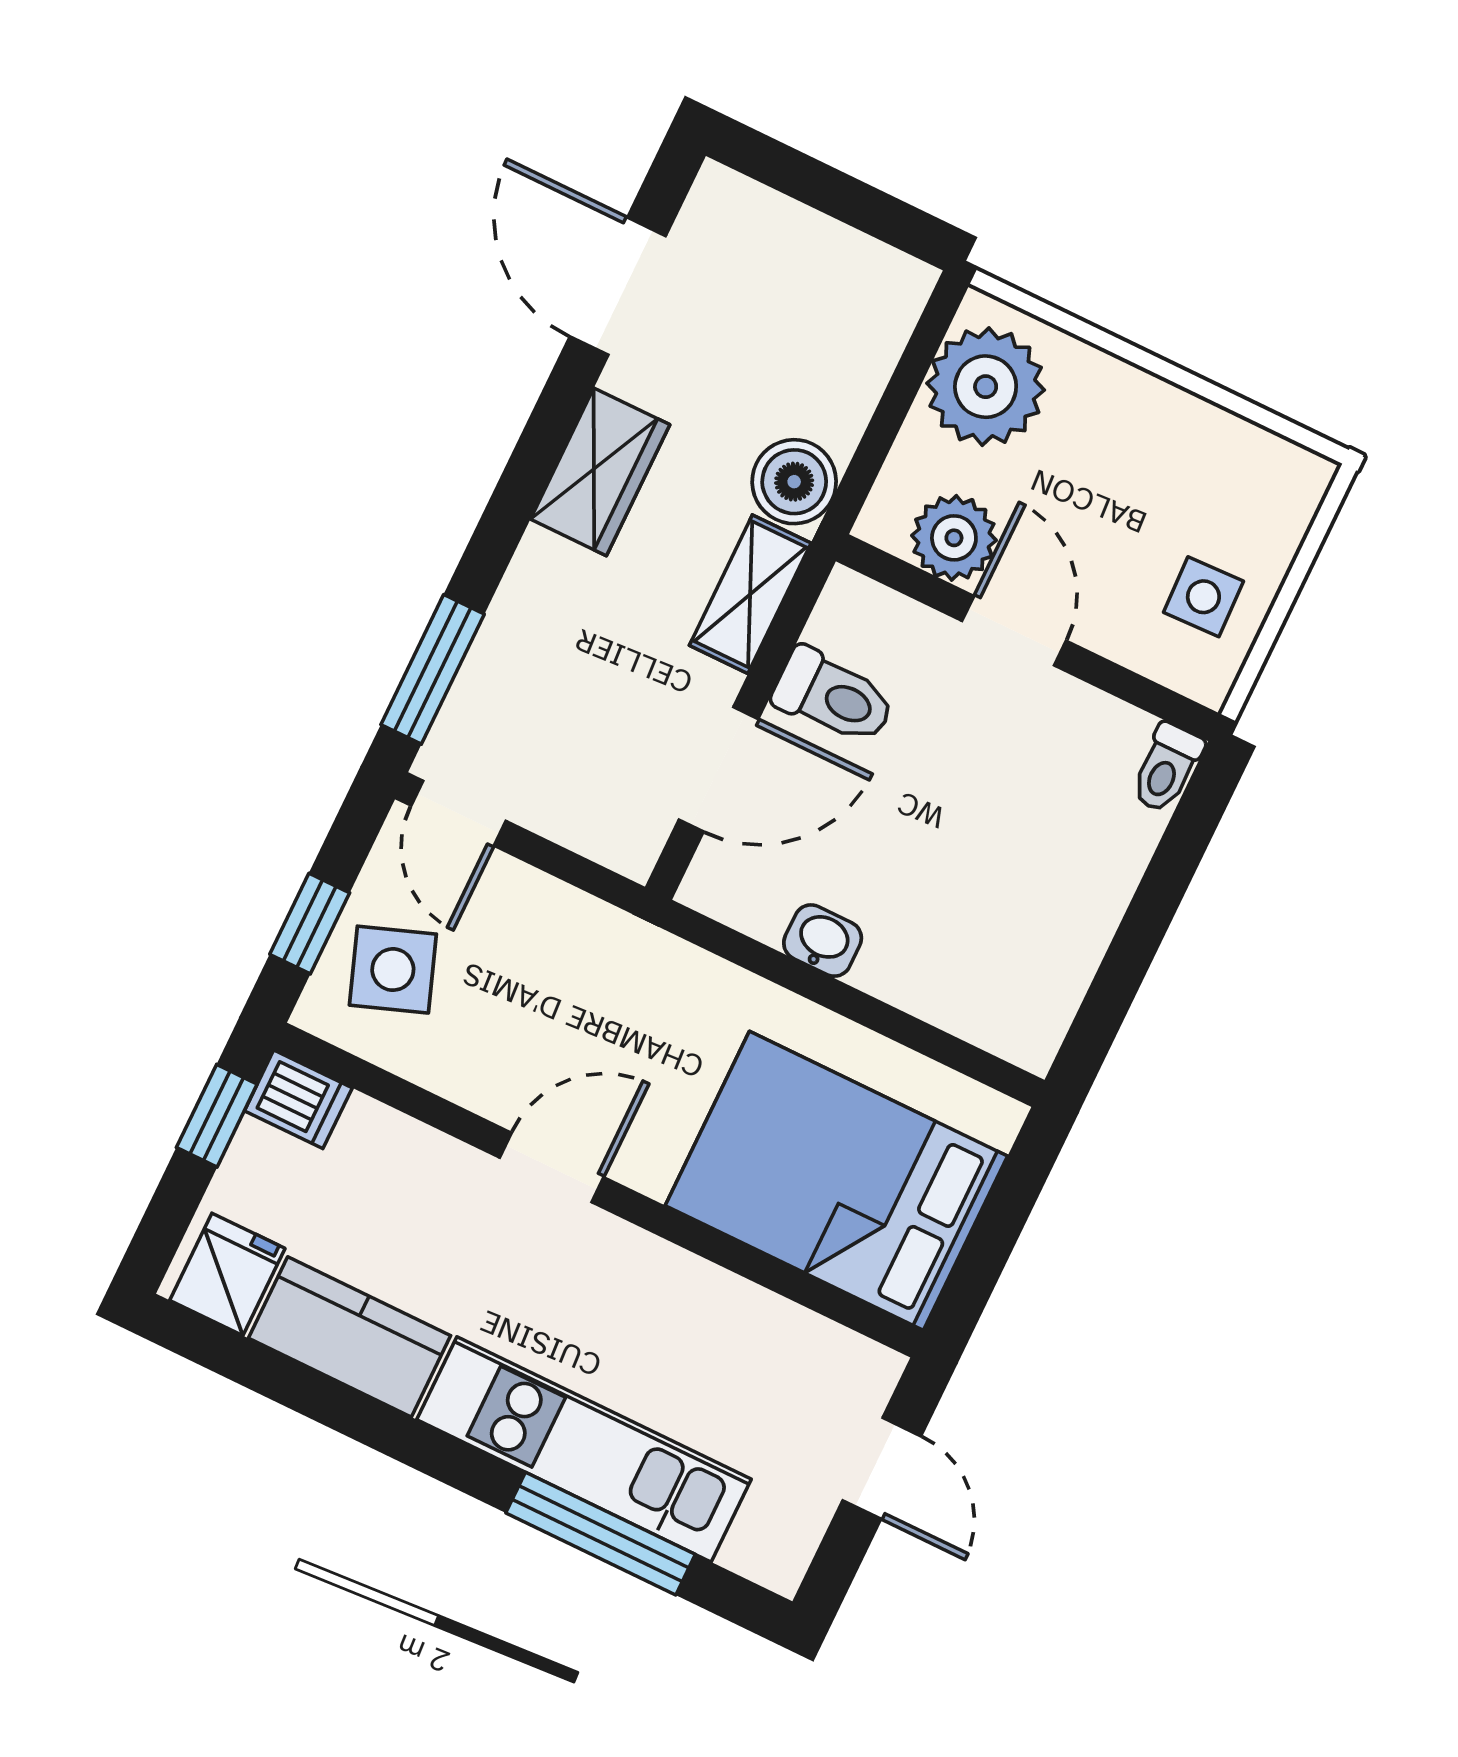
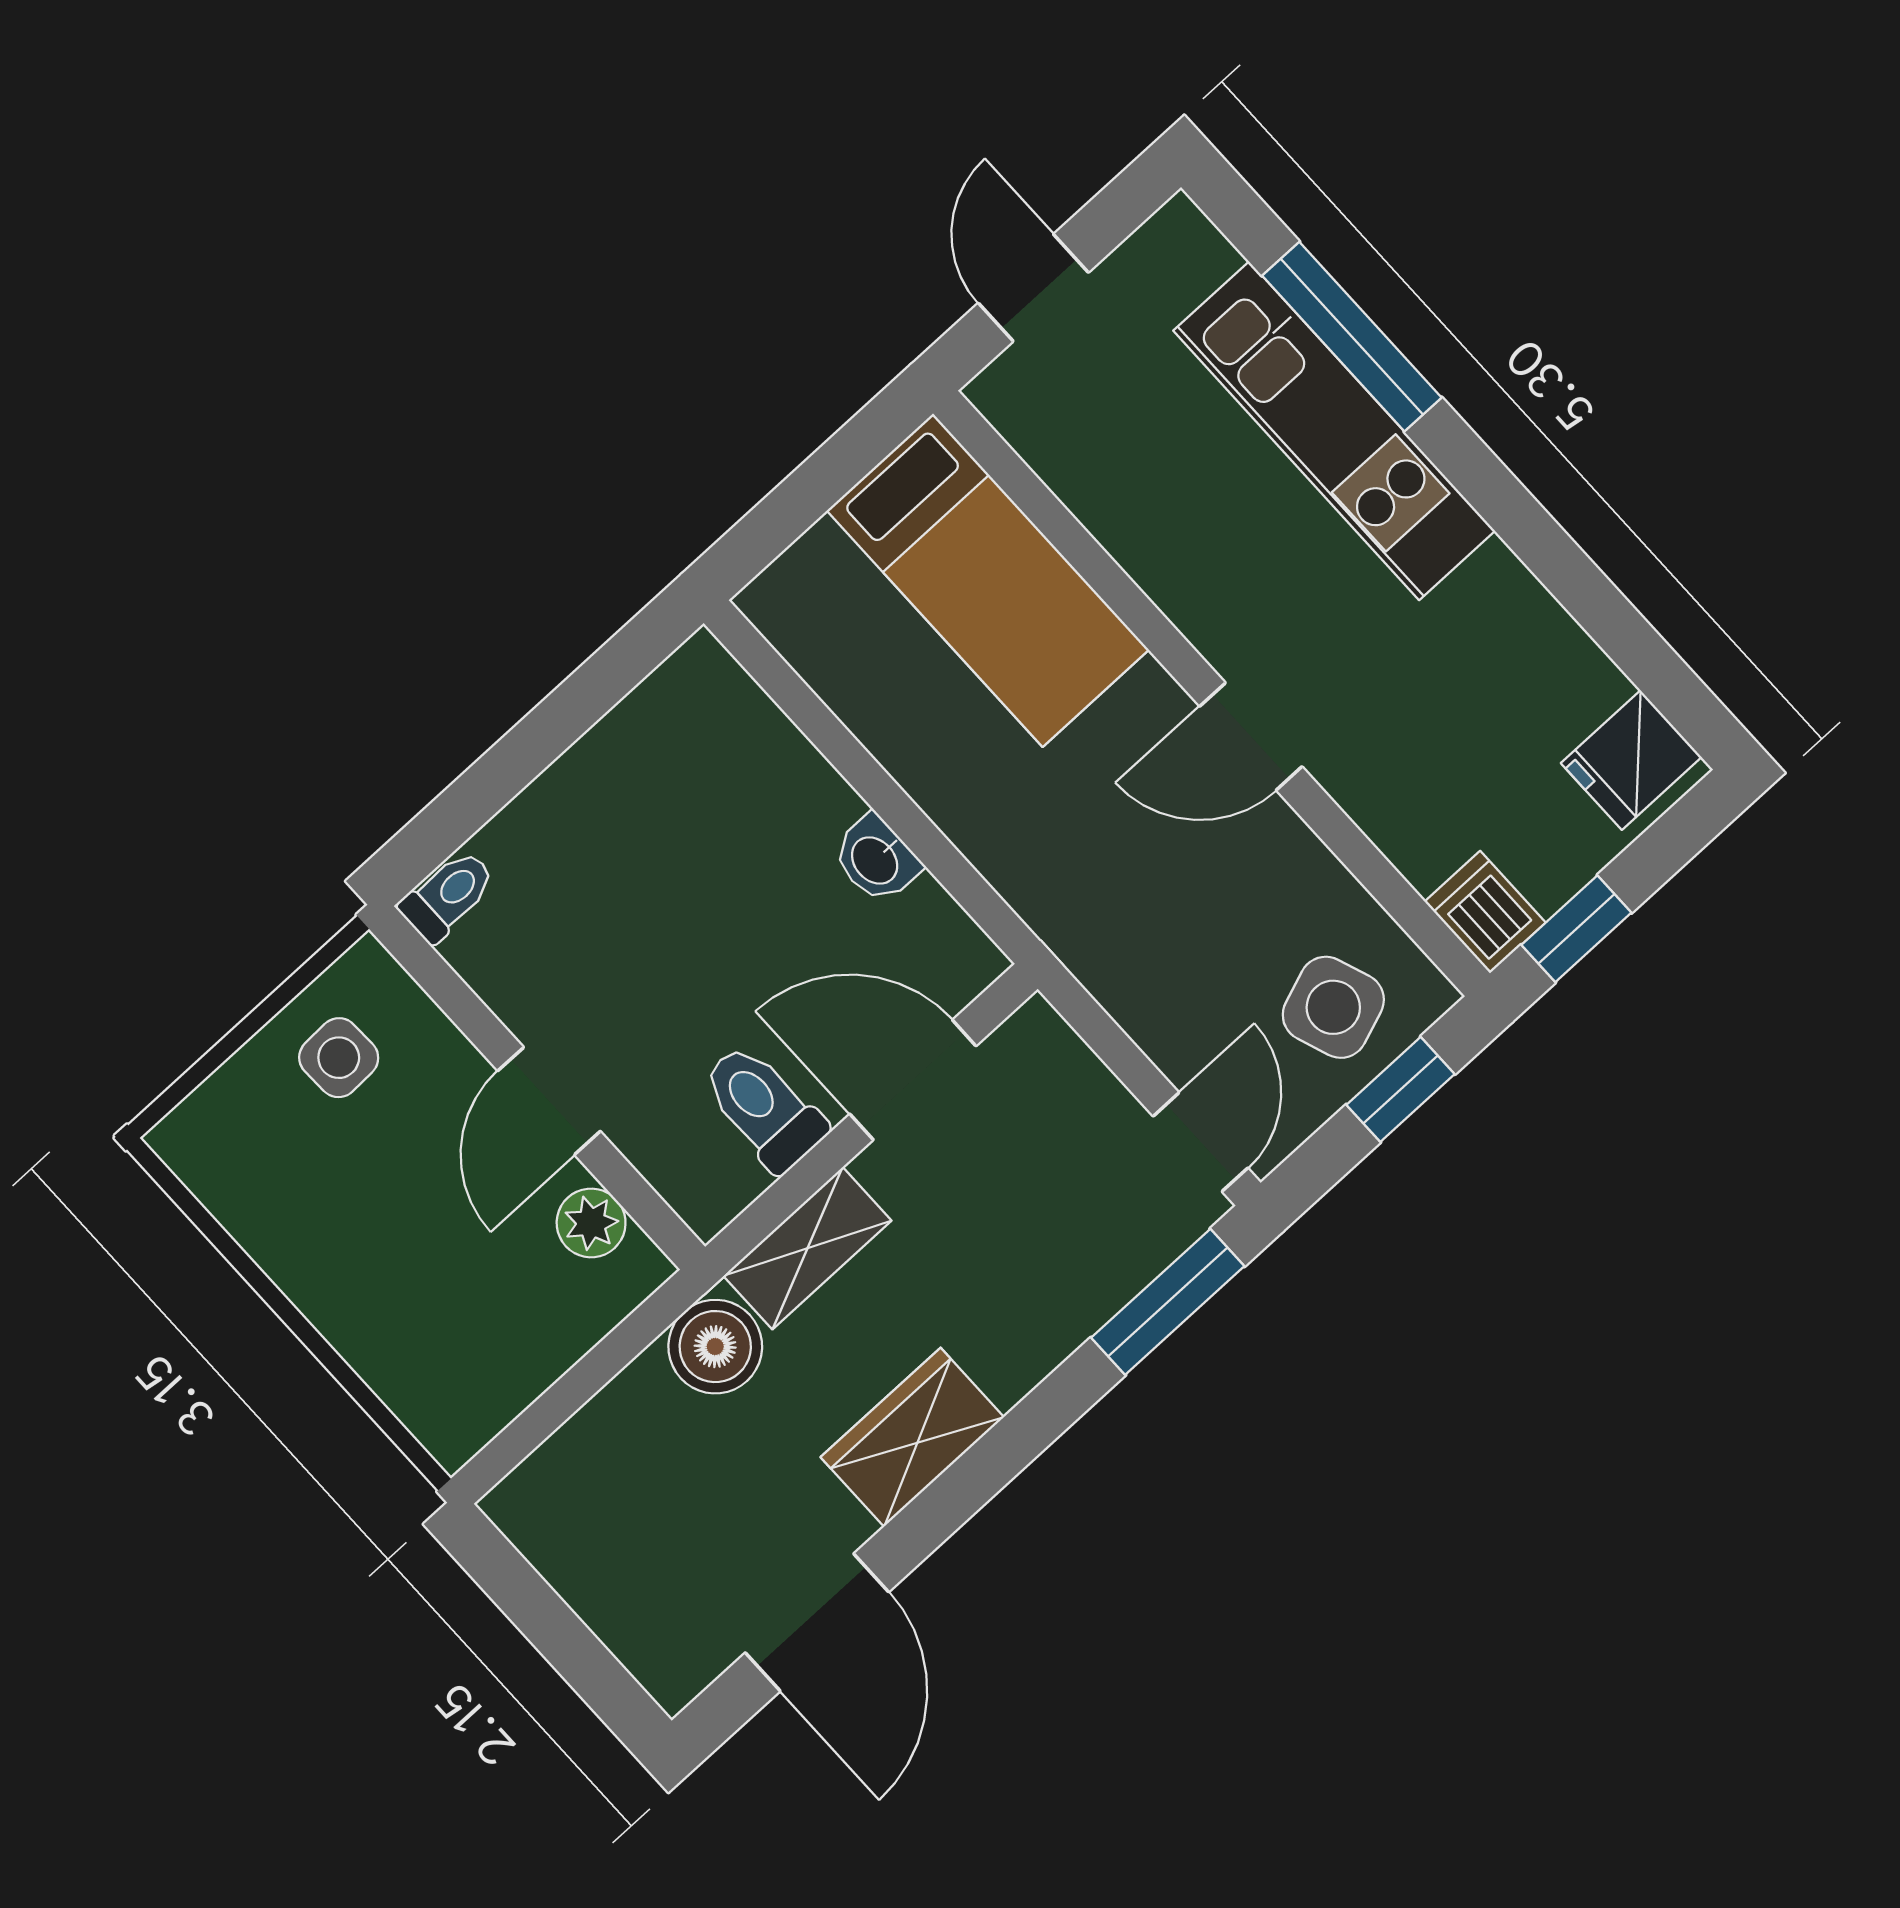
plant: (986, 387) -> (477, 1366), removed
plant: (954, 538) -> (591, 1223), width x0.73, depth x0.73
bed: (836, 1181) -> (988, 580), width x0.67
kitchen counter: (349, 1337) -> (1531, 645), removed

